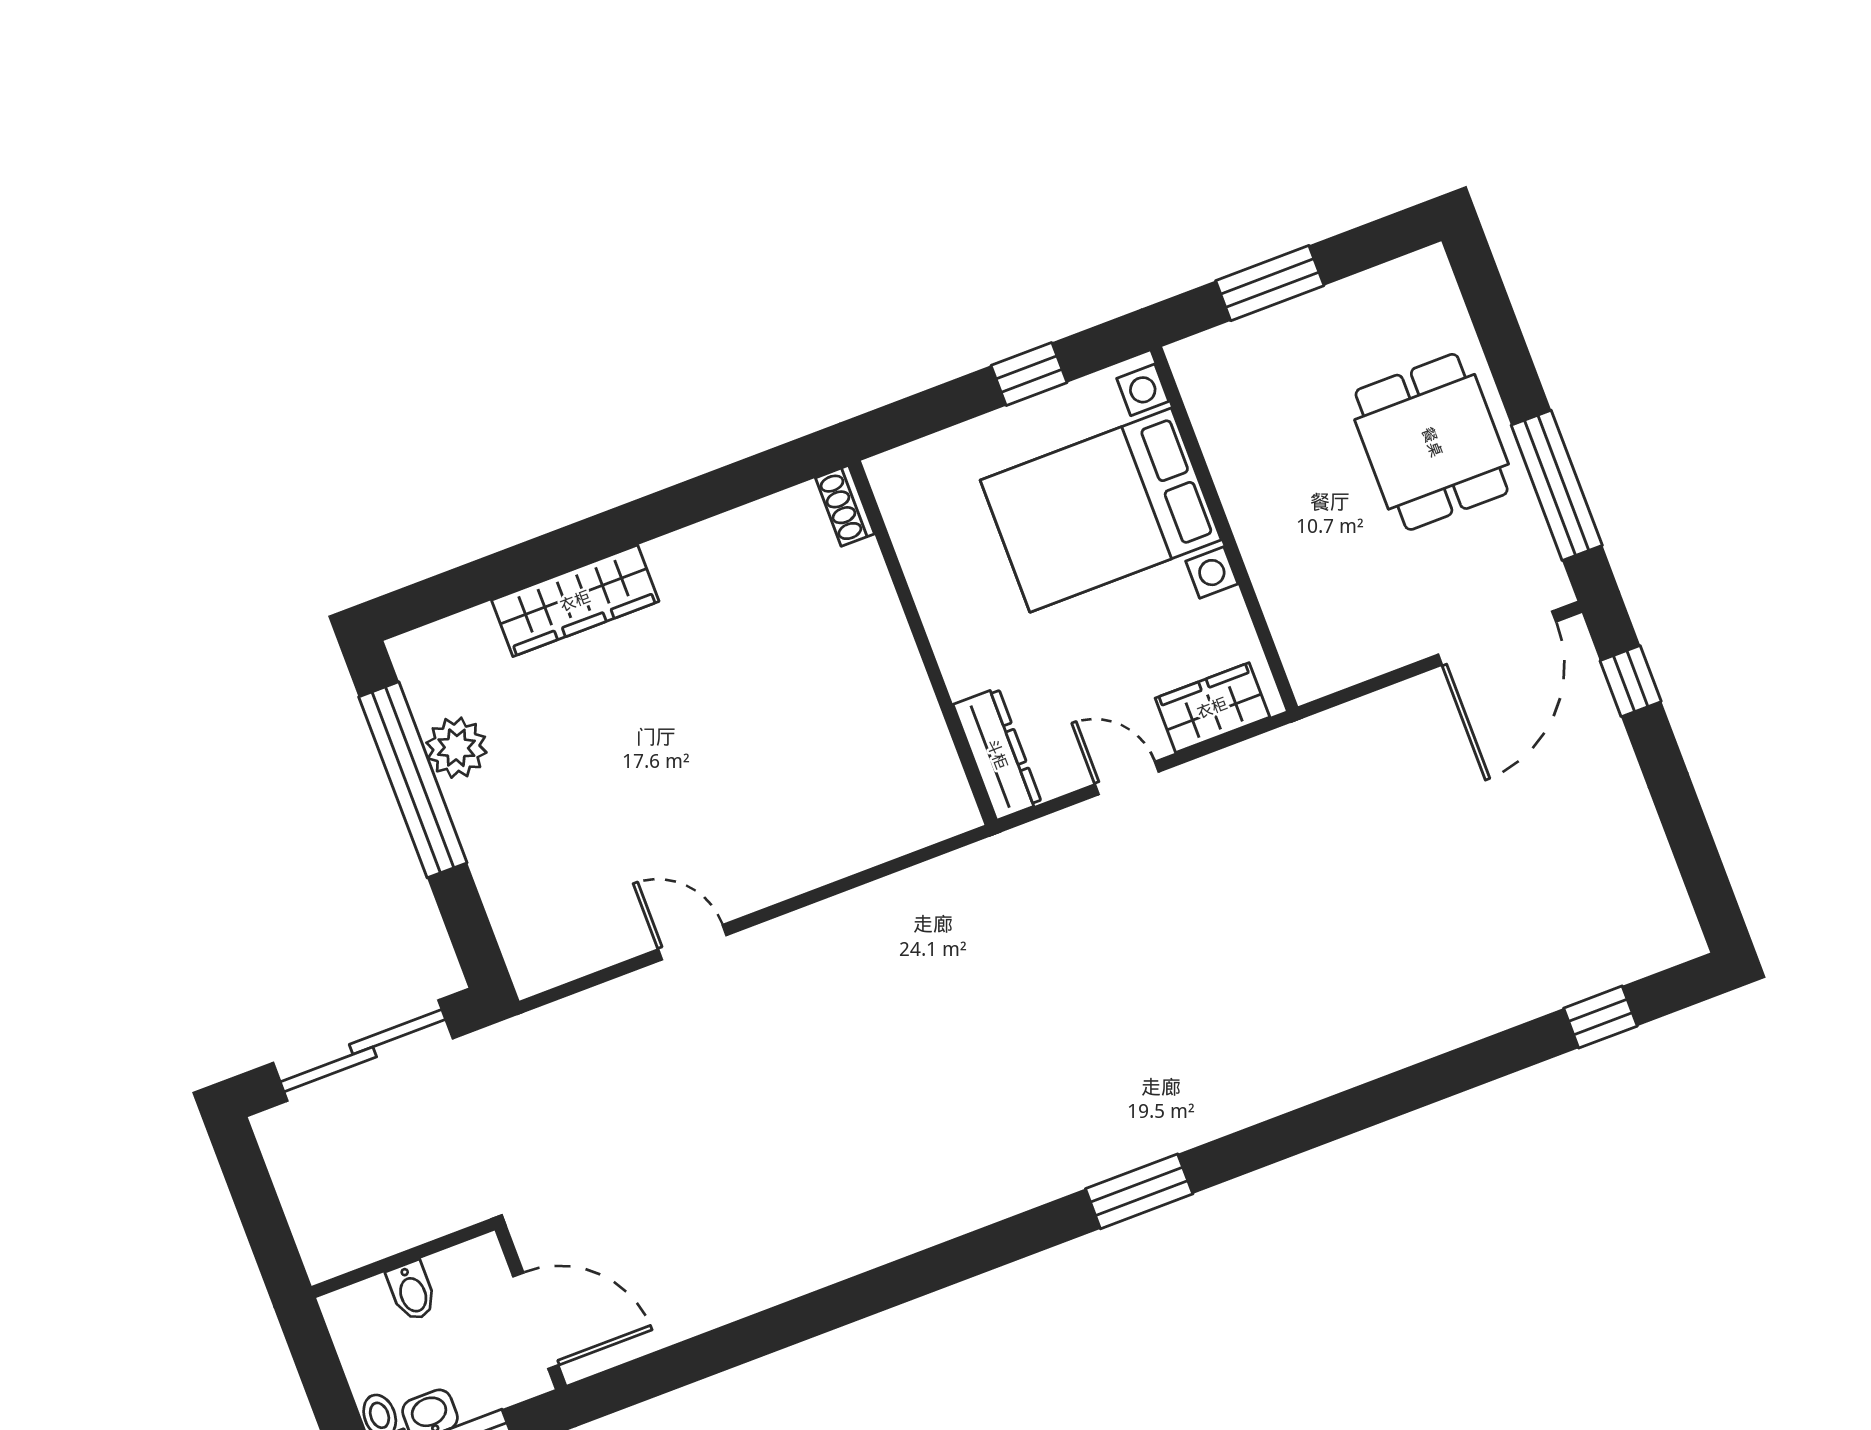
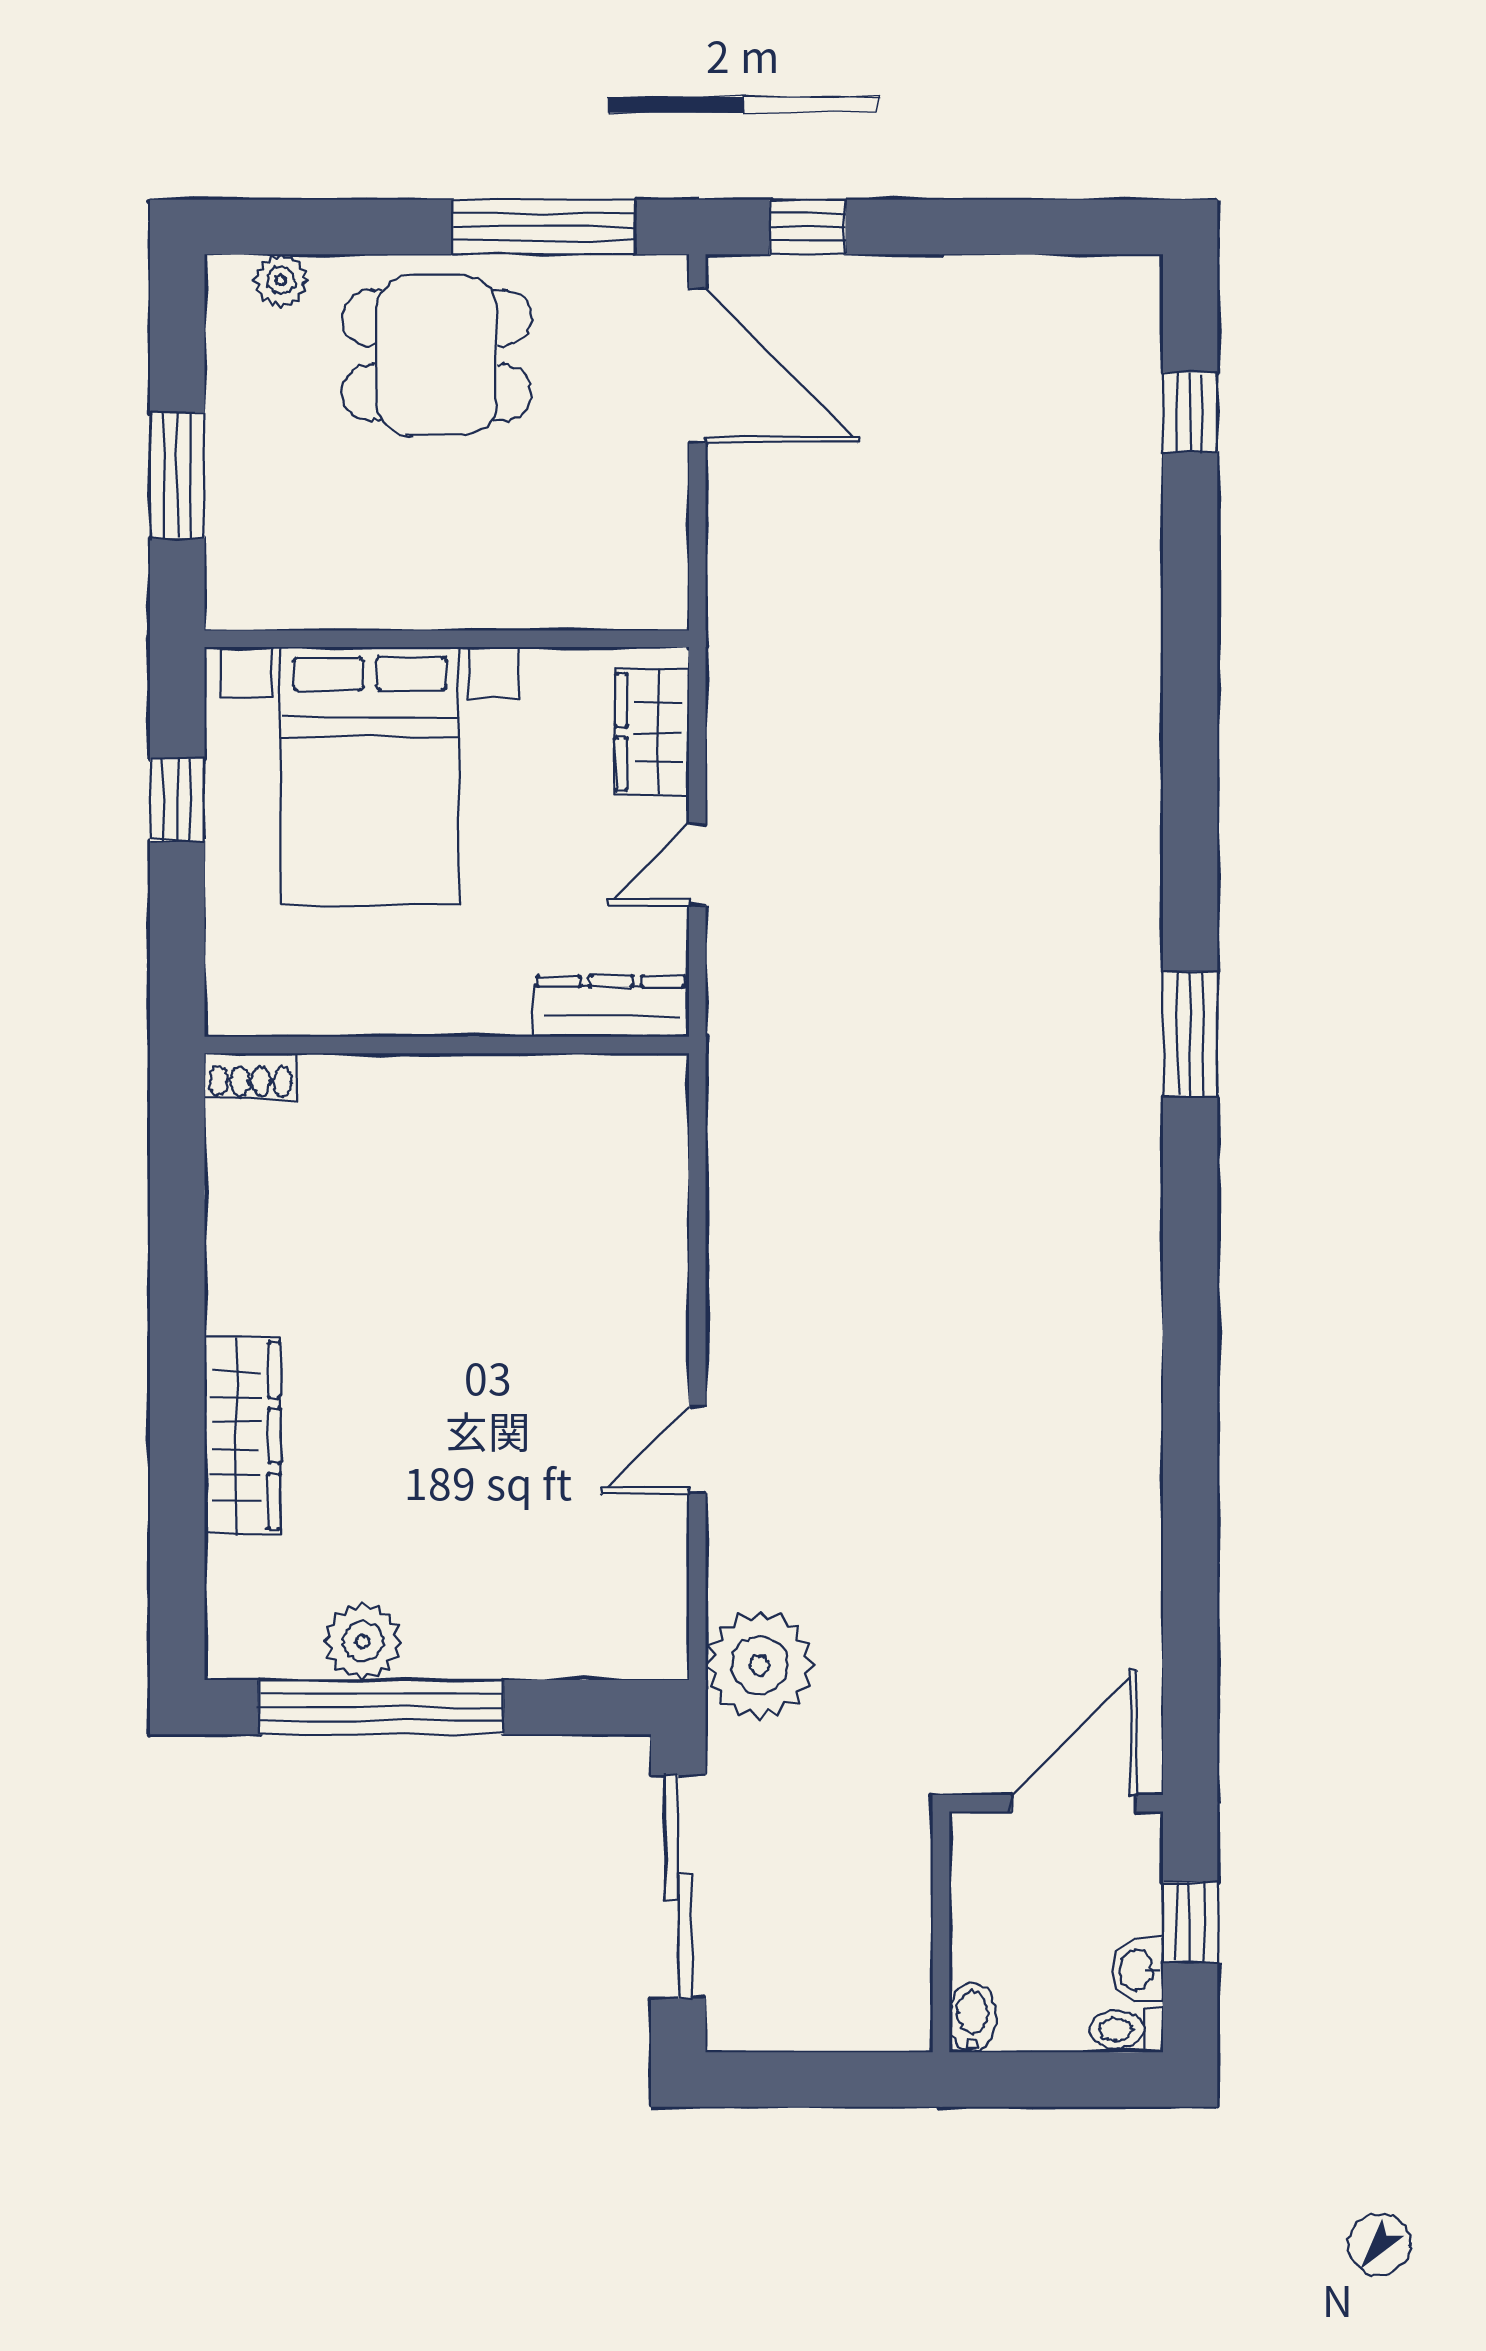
plant: (1443, 305) -> (281, 281), added
plant: (550, 1049) -> (759, 1665), added
bidet: (412, 1291) -> (973, 2018), moved, turned -90

